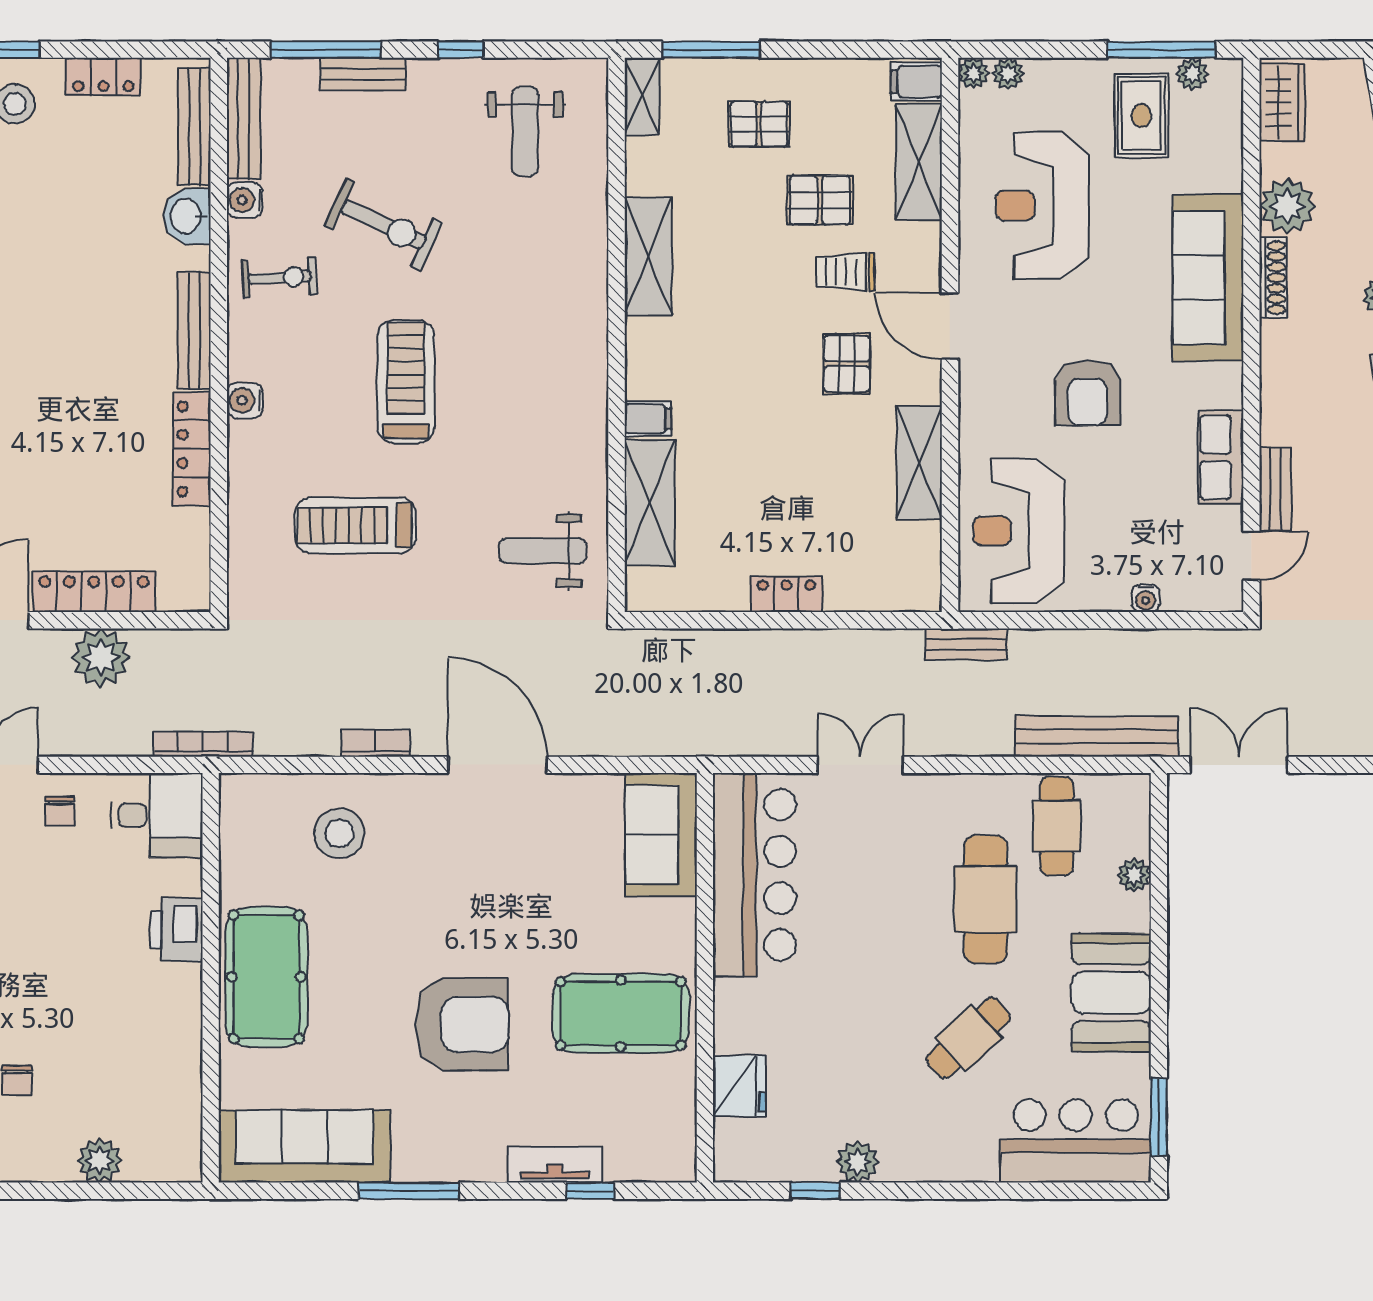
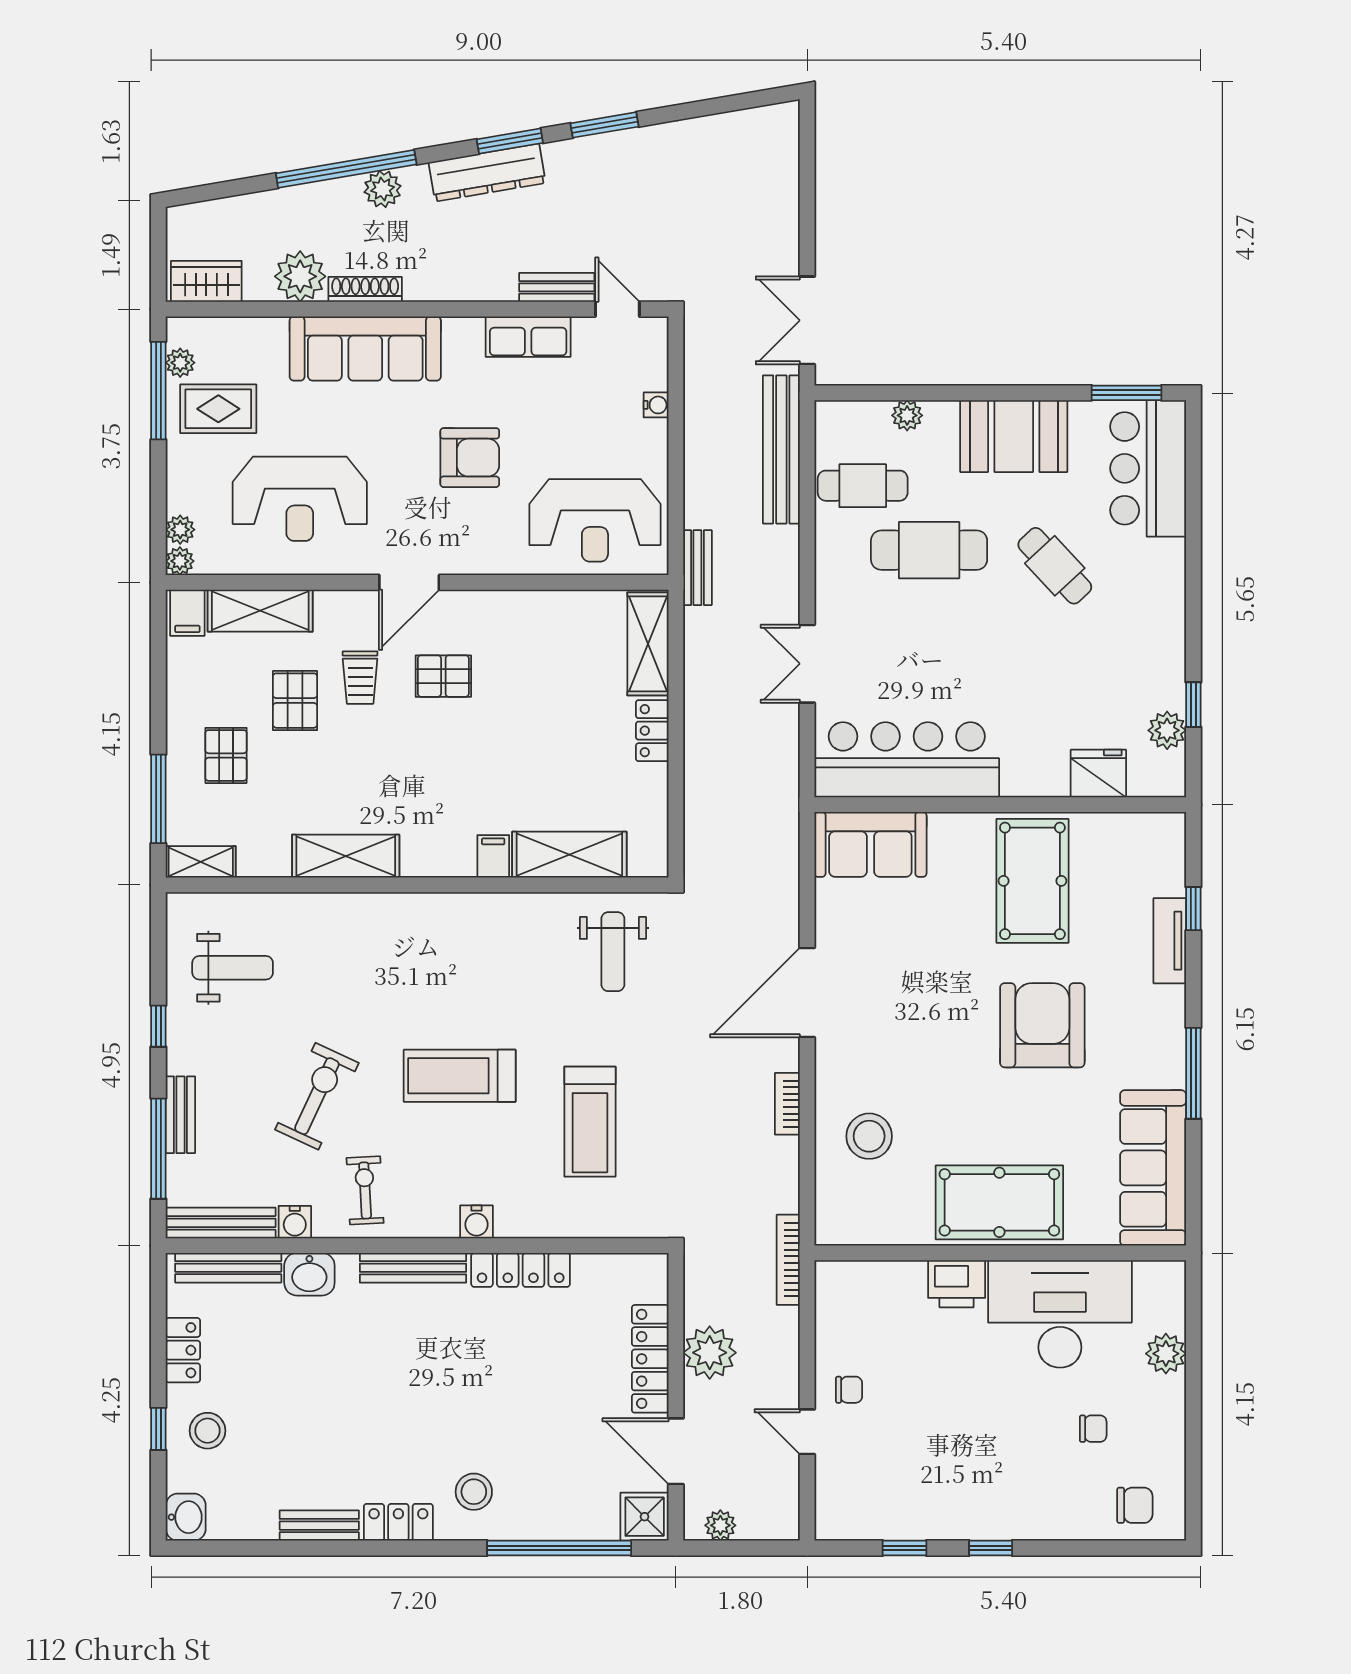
shelving: (919, 462) -> (648, 644), moved, turned 90
desk: (157, 815) -> (1060, 1314), moved, width x1.87, depth x1.30
plant: (858, 1162) -> (1167, 730), moved

